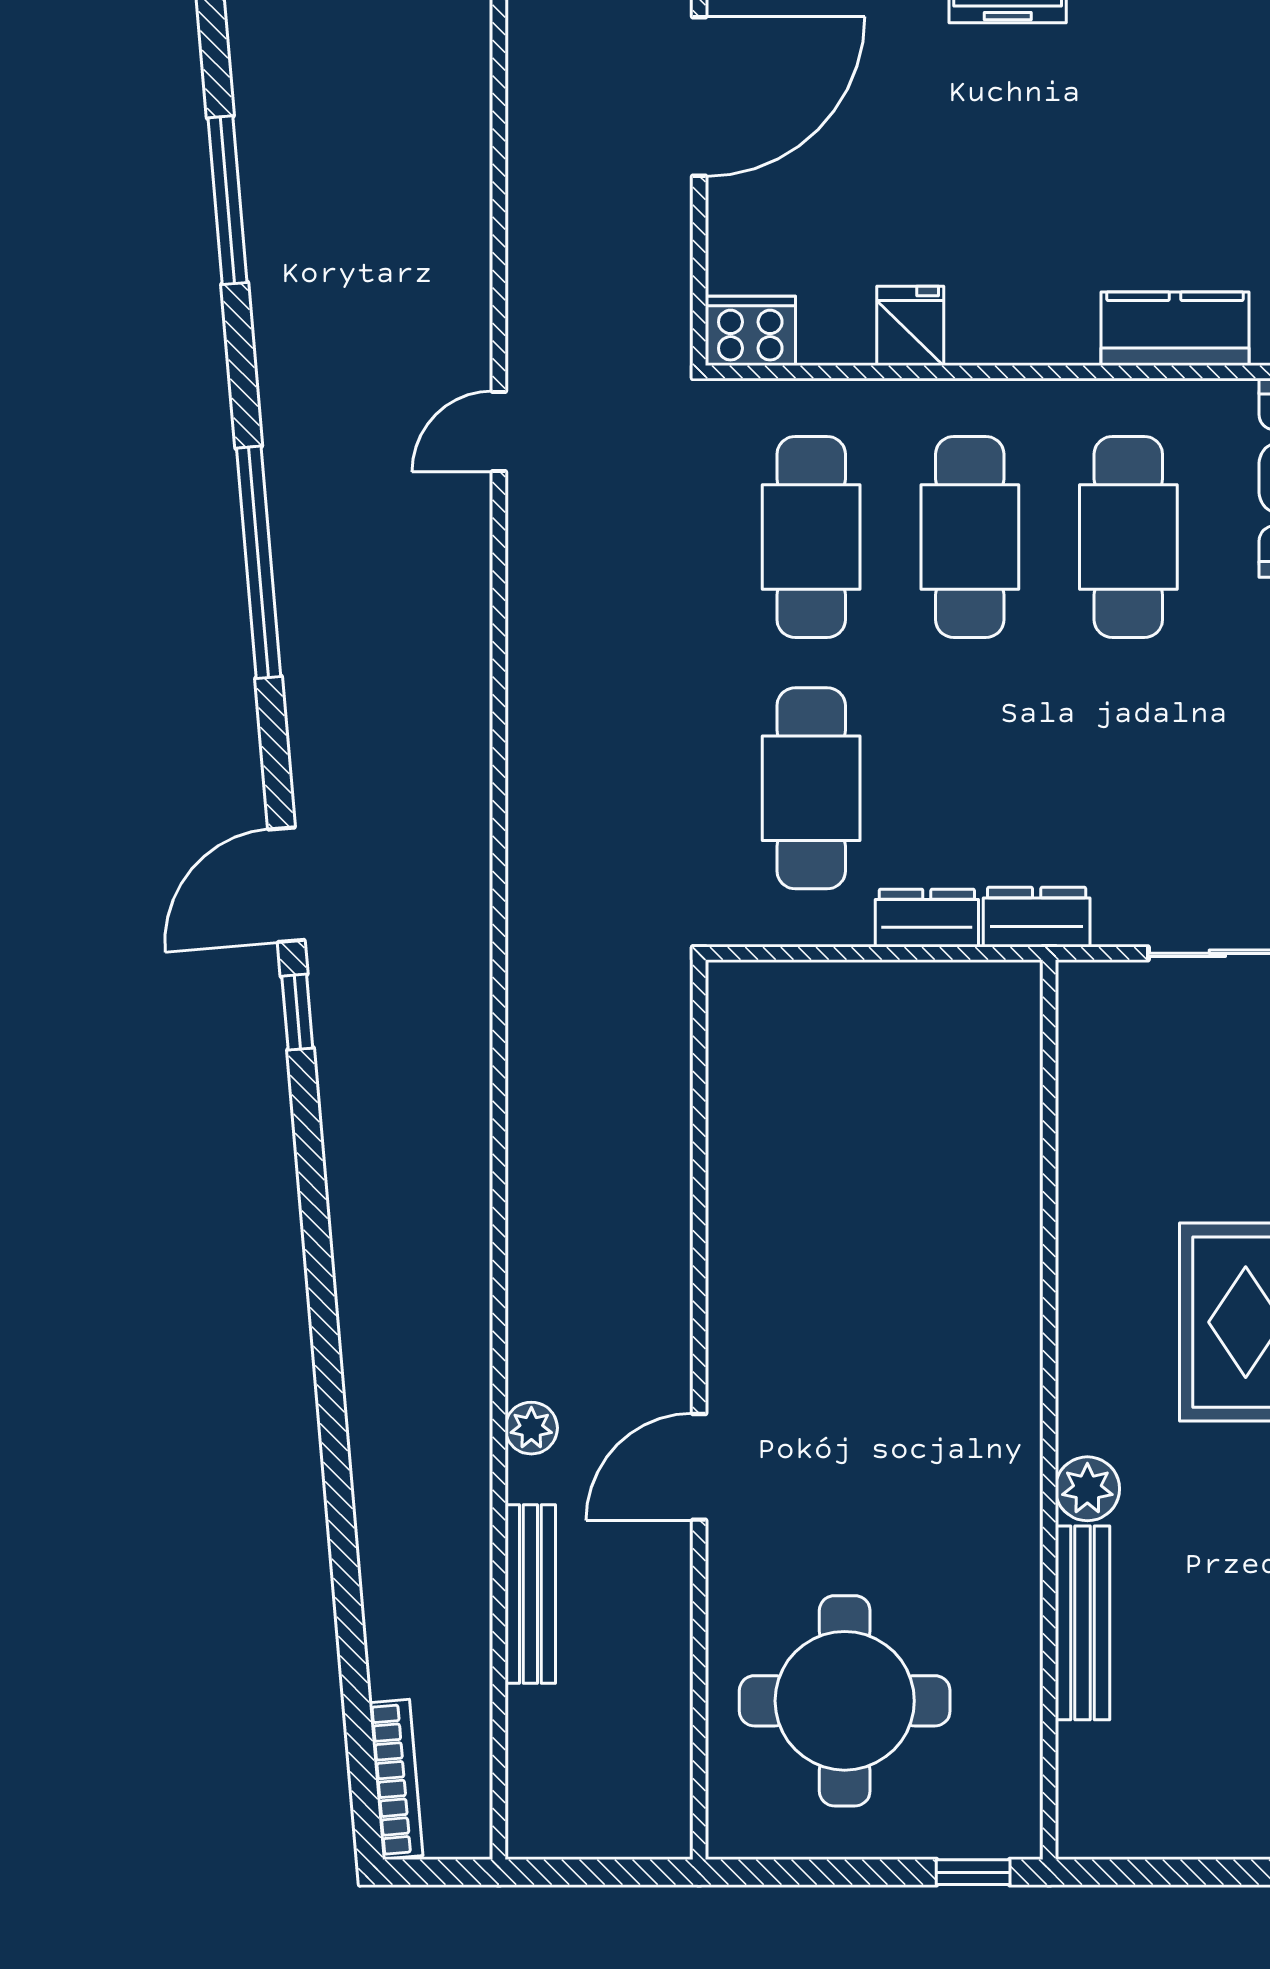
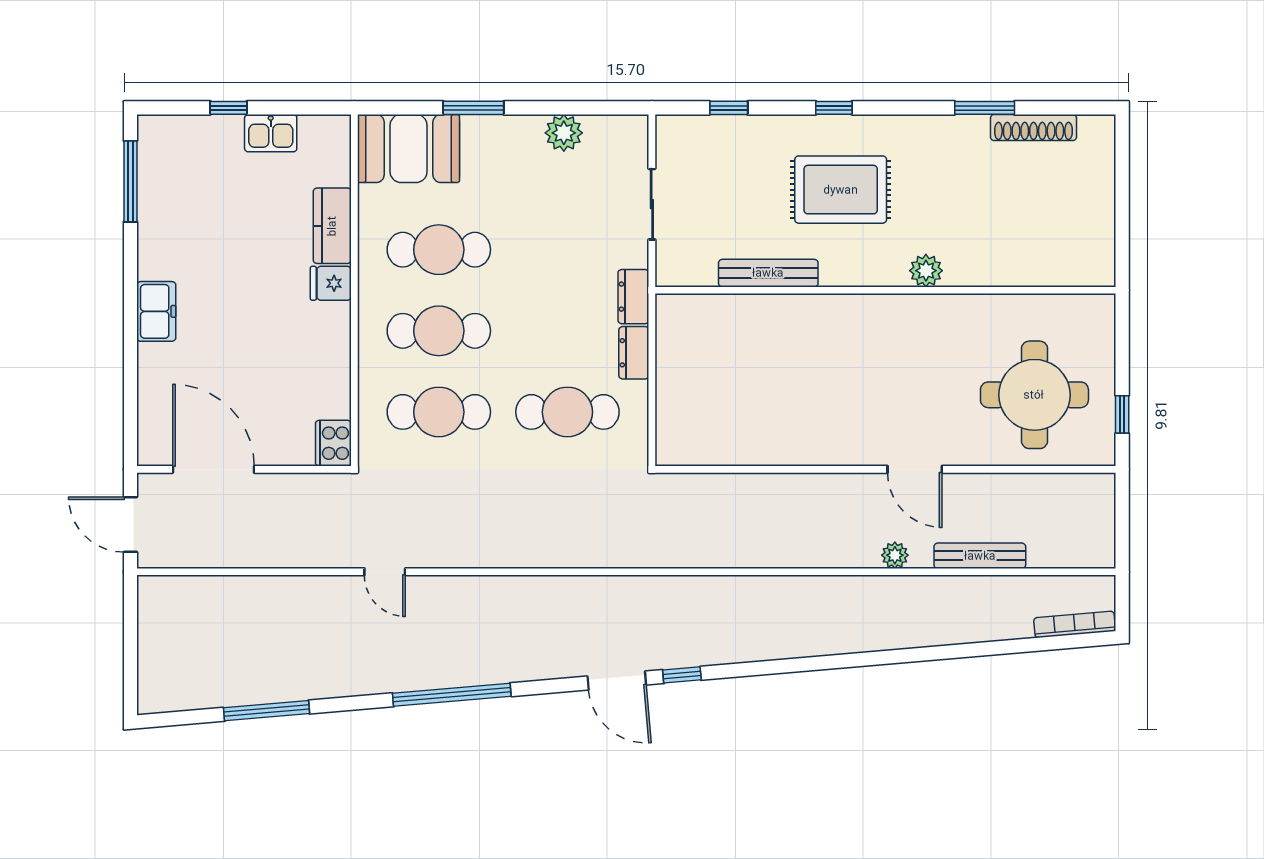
fridge: (910, 326) -> (331, 283), moved
bench: (1082, 1623) -> (768, 273), moved
window: (973, 1872) -> (1122, 414), moved

